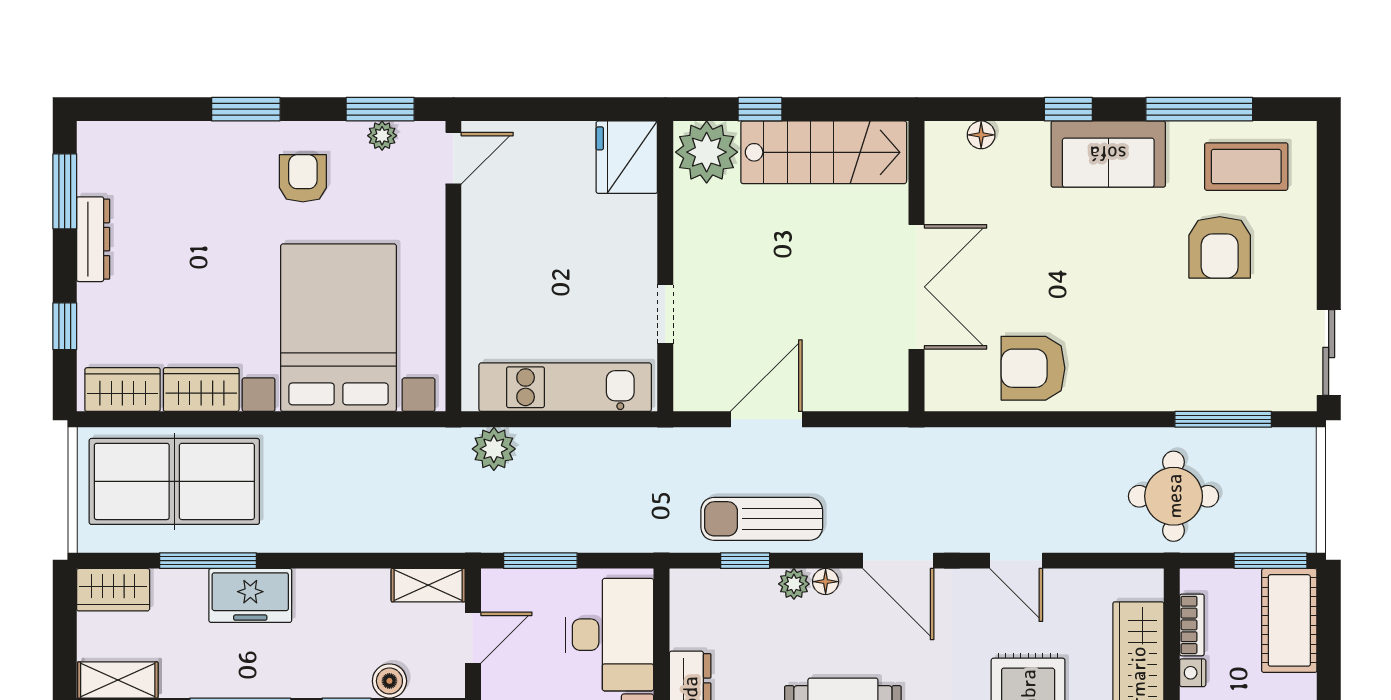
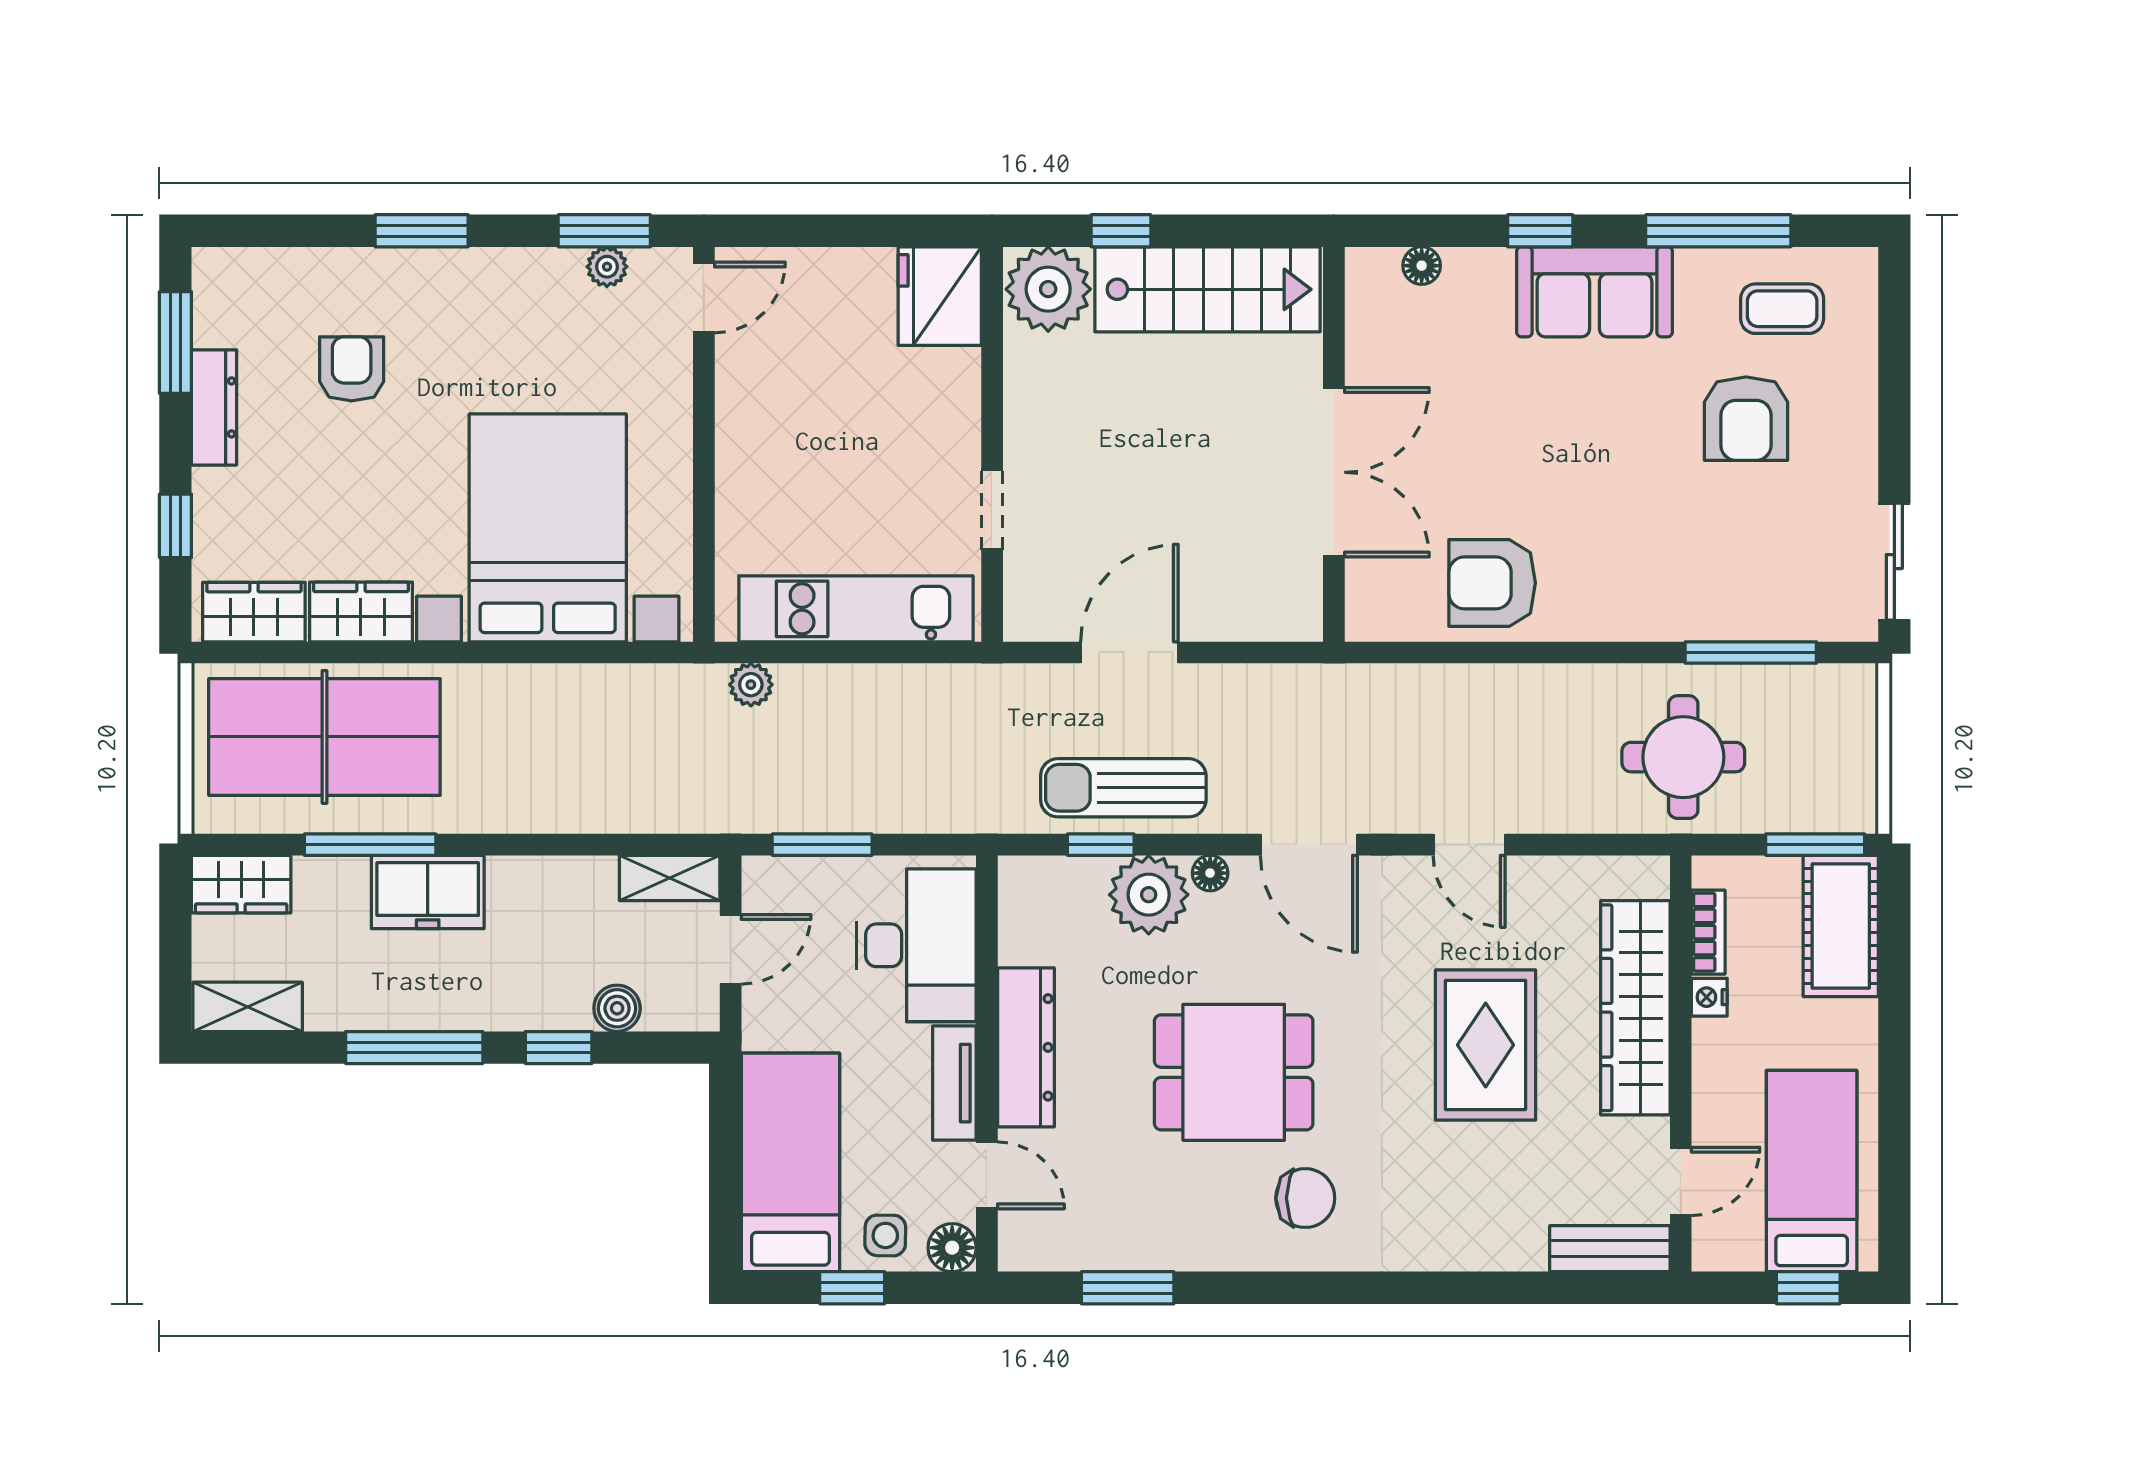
coffee table: (1246, 167) -> (1782, 309), width x0.73, depth x0.77
armchair: (303, 178) -> (352, 369), moved
plant: (494, 449) -> (751, 685), width x0.73, depth x0.73
plant: (794, 584) -> (1149, 895), width x1.88, depth x1.88

